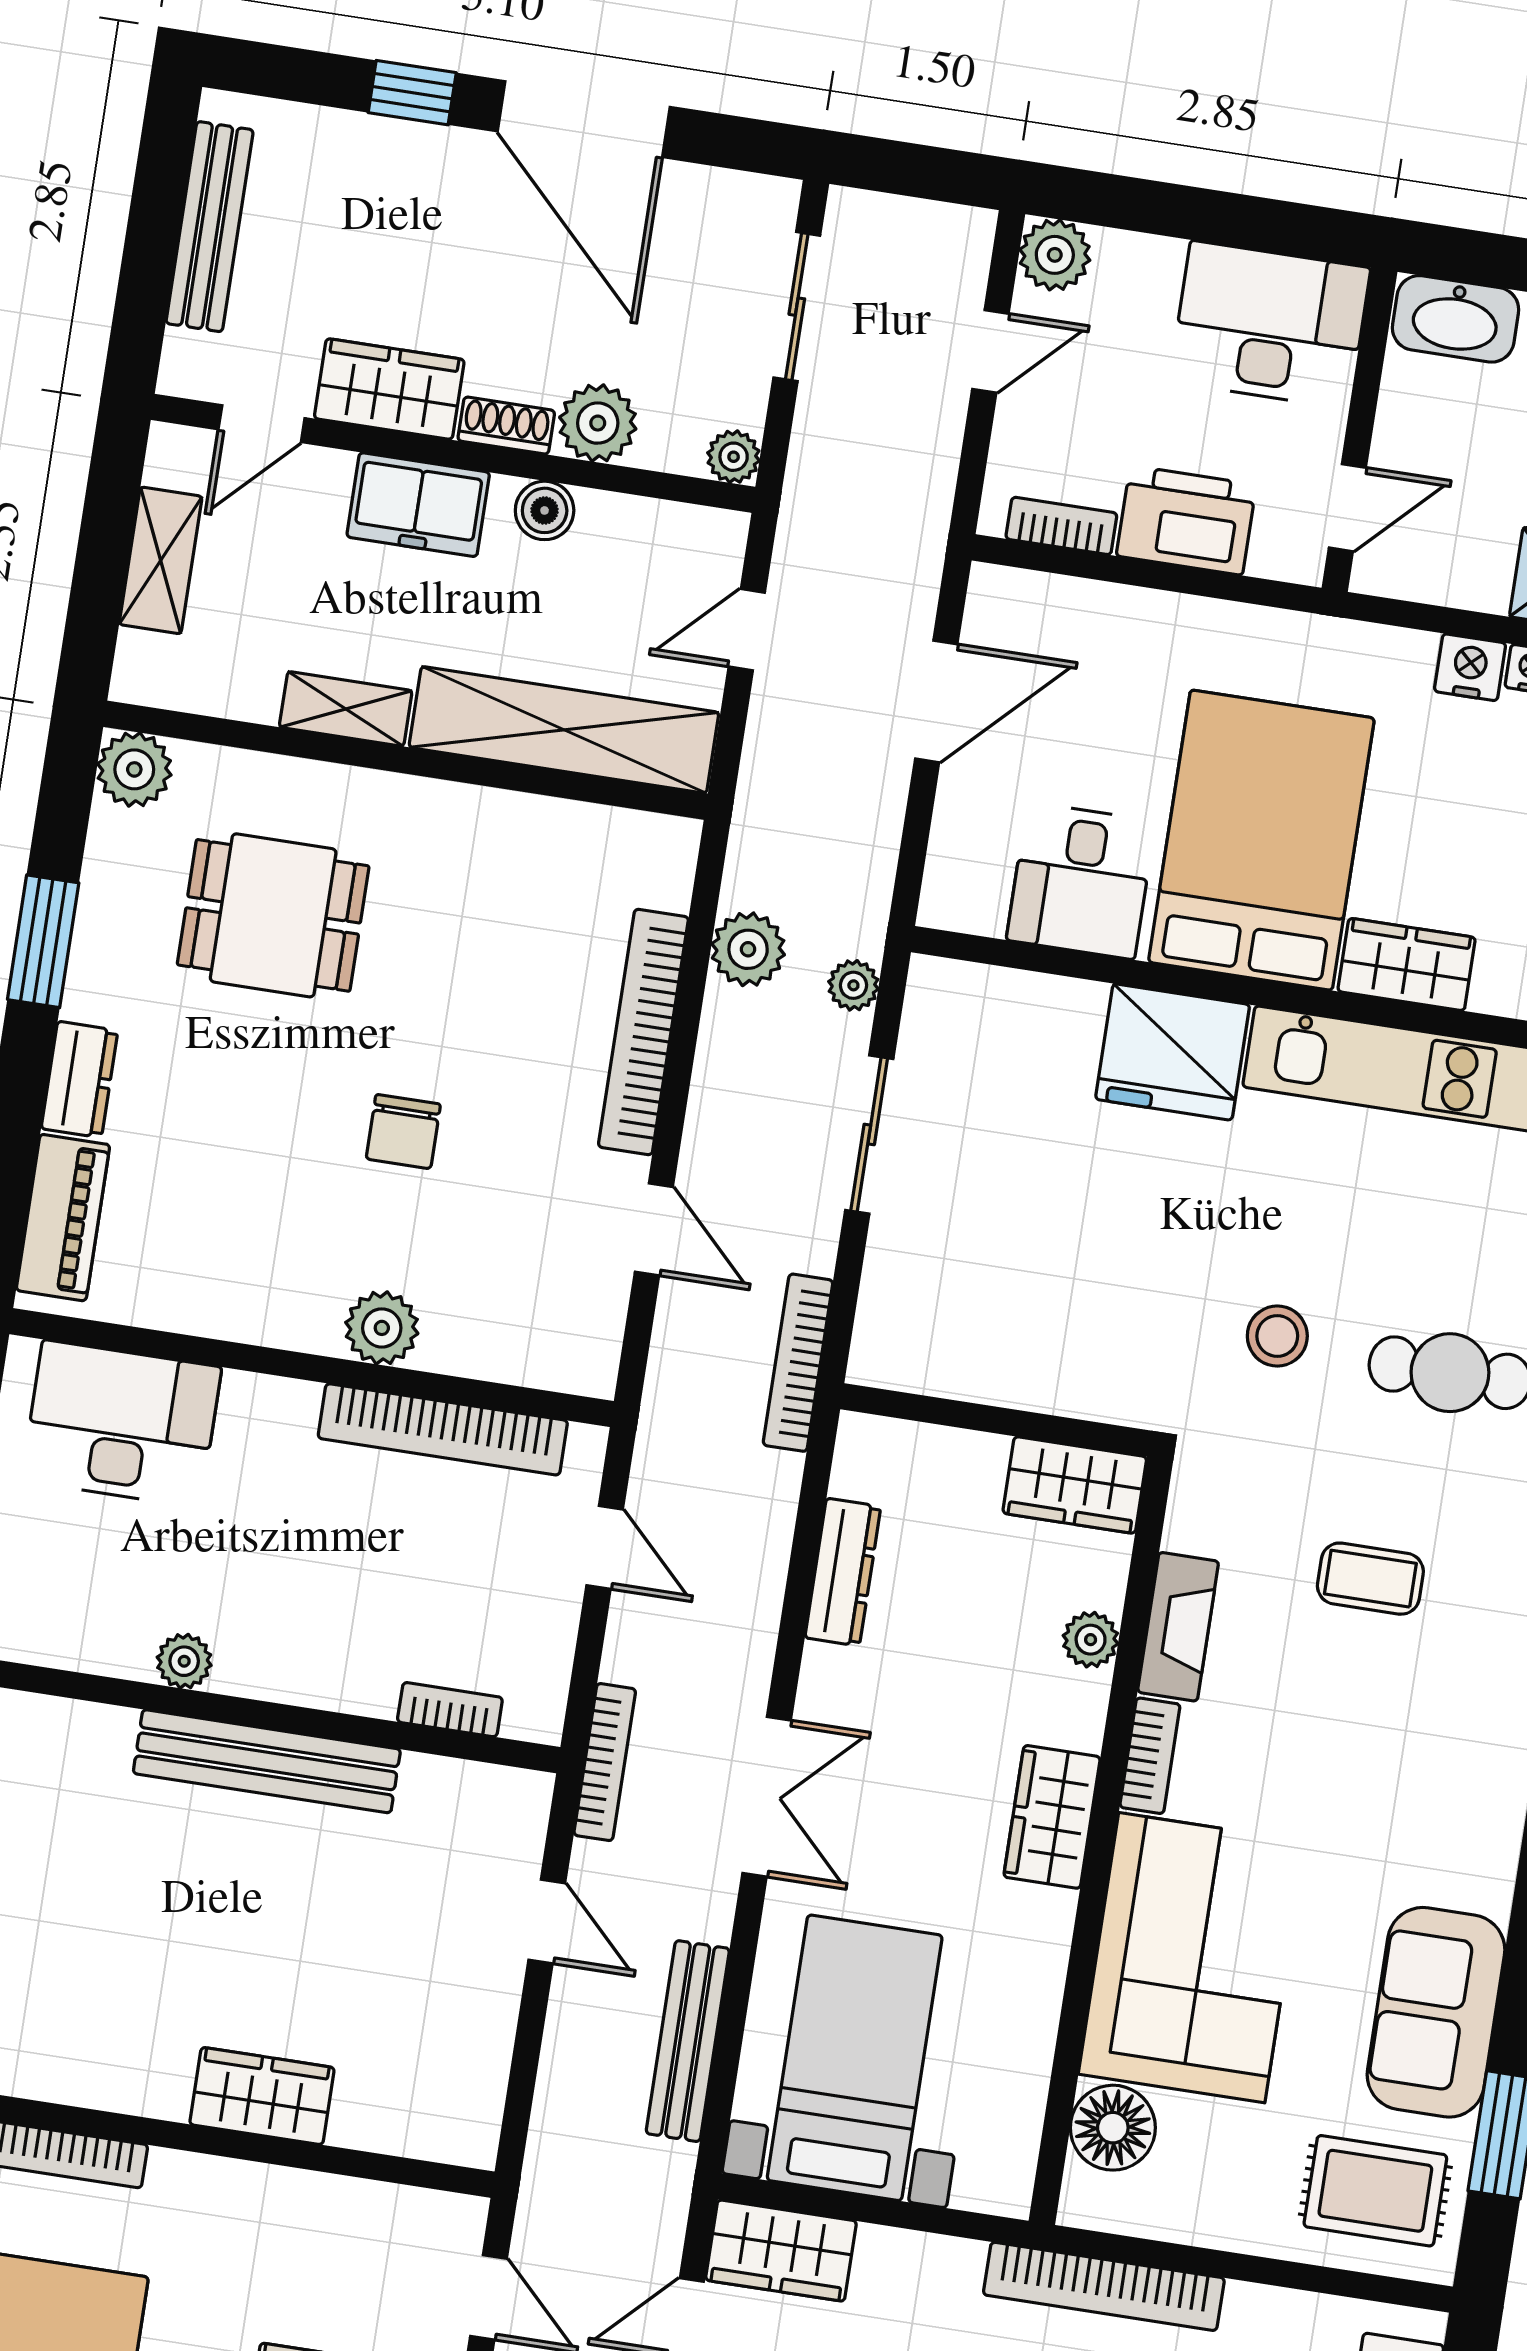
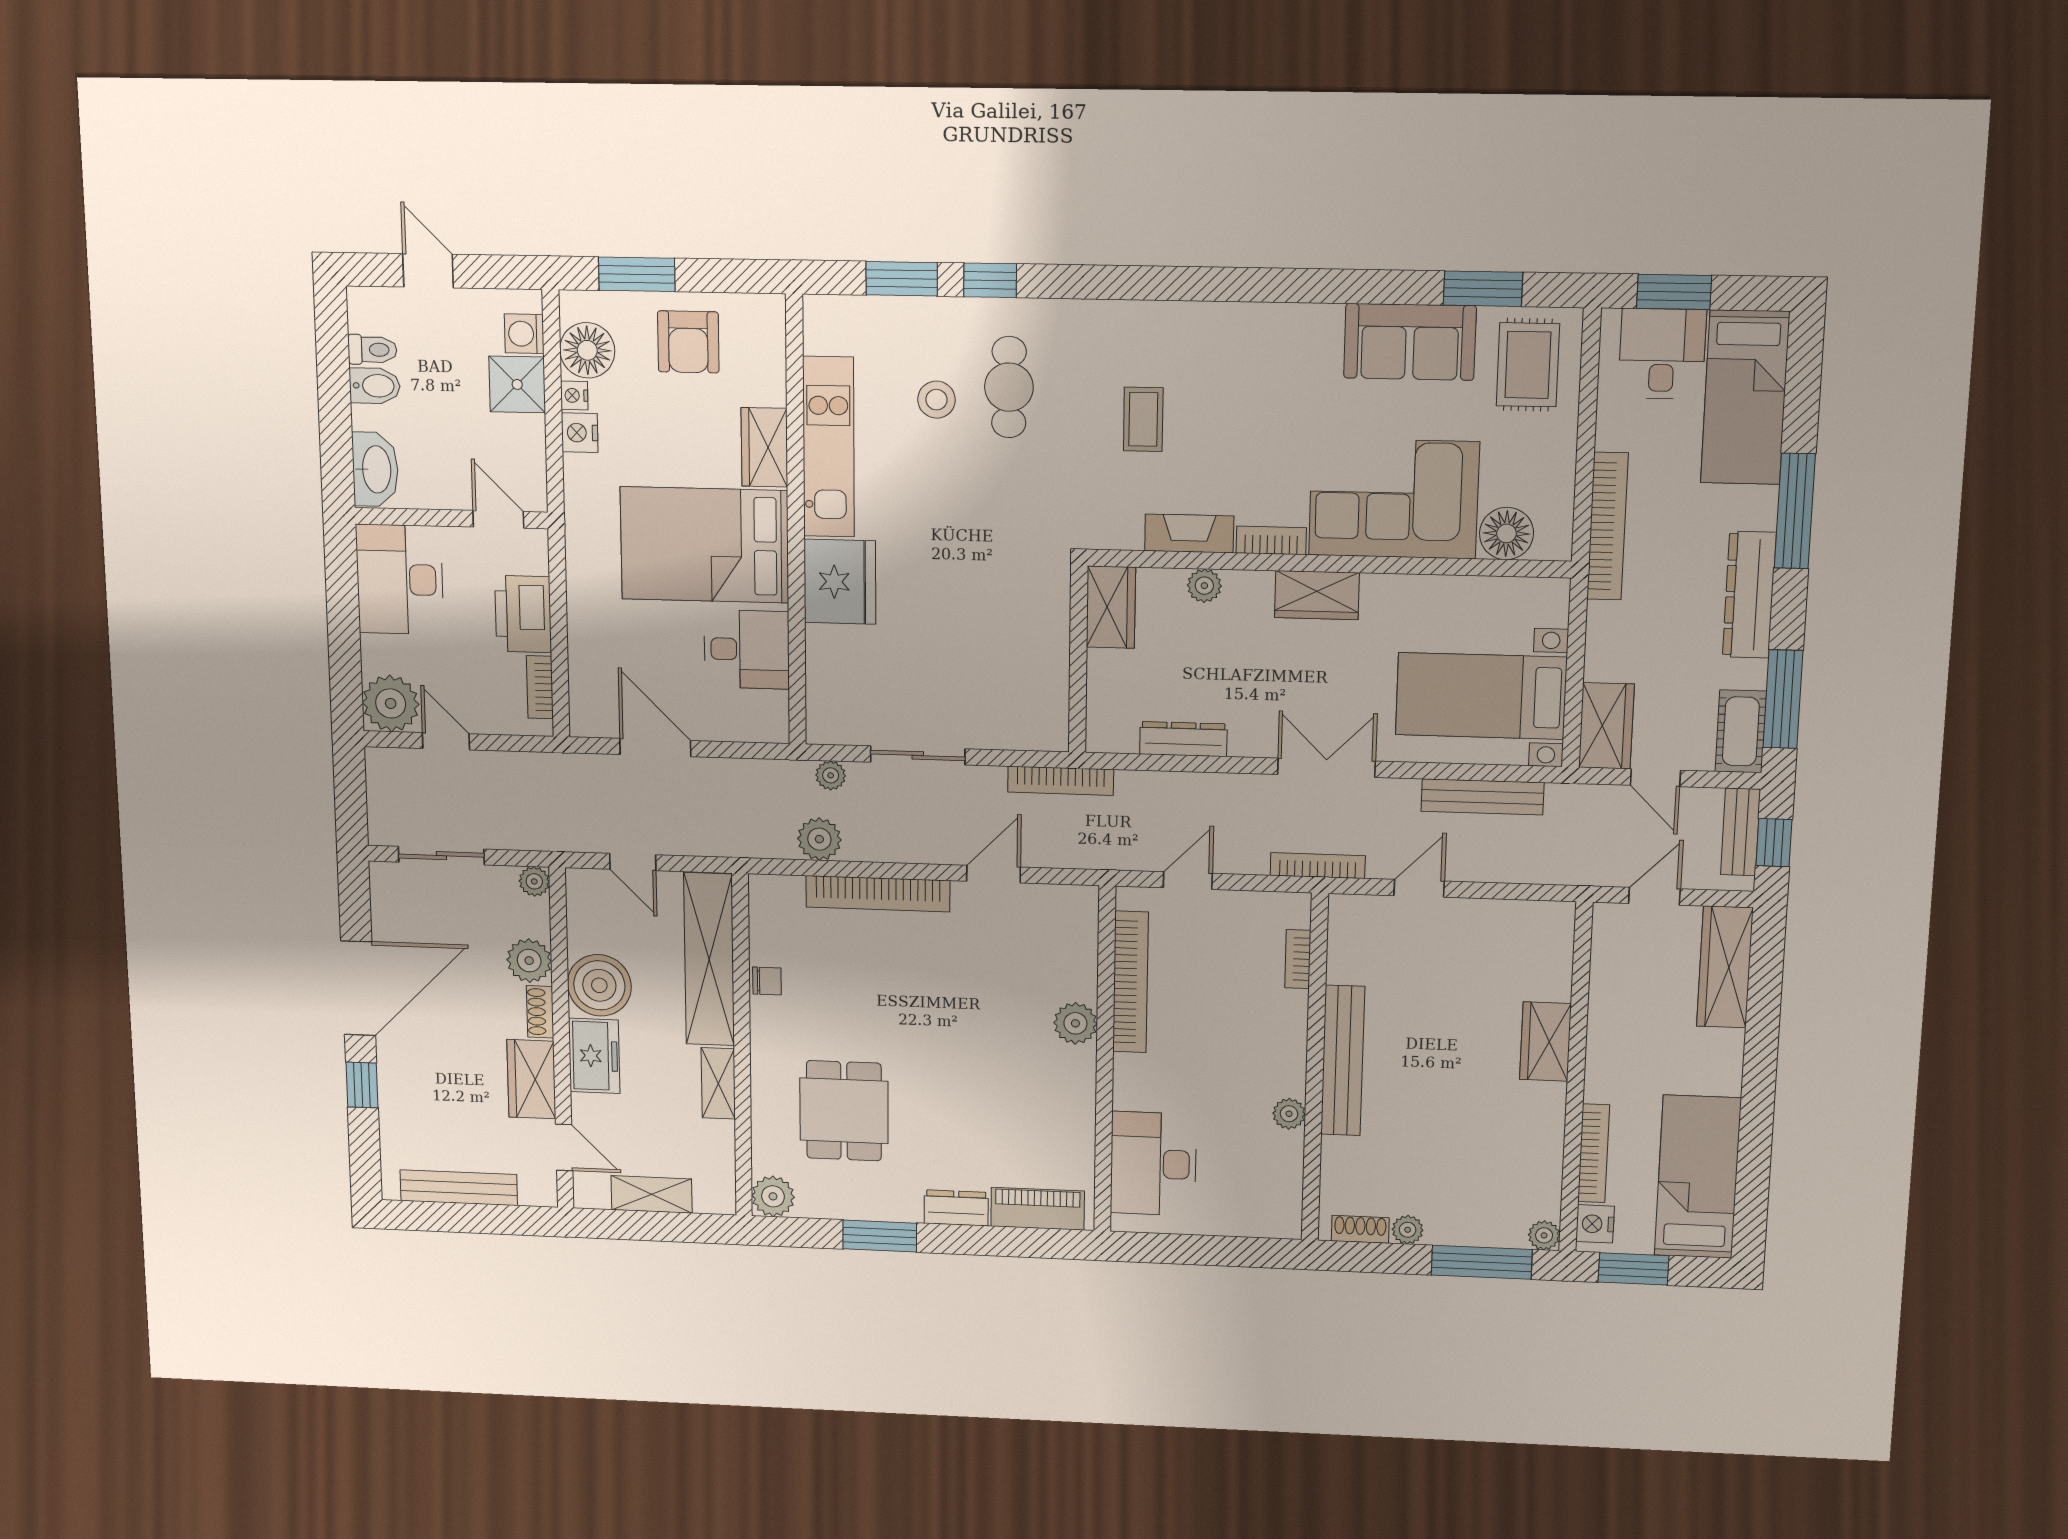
plant: (1055, 255) -> (391, 703), width x1.36, depth x1.36
boiler: (545, 510) -> (599, 985), width x1.86, depth x1.86
chair: (403, 1132) -> (767, 981), moved, width x0.73, depth x0.73
stool: (1277, 1336) -> (936, 400), moved

